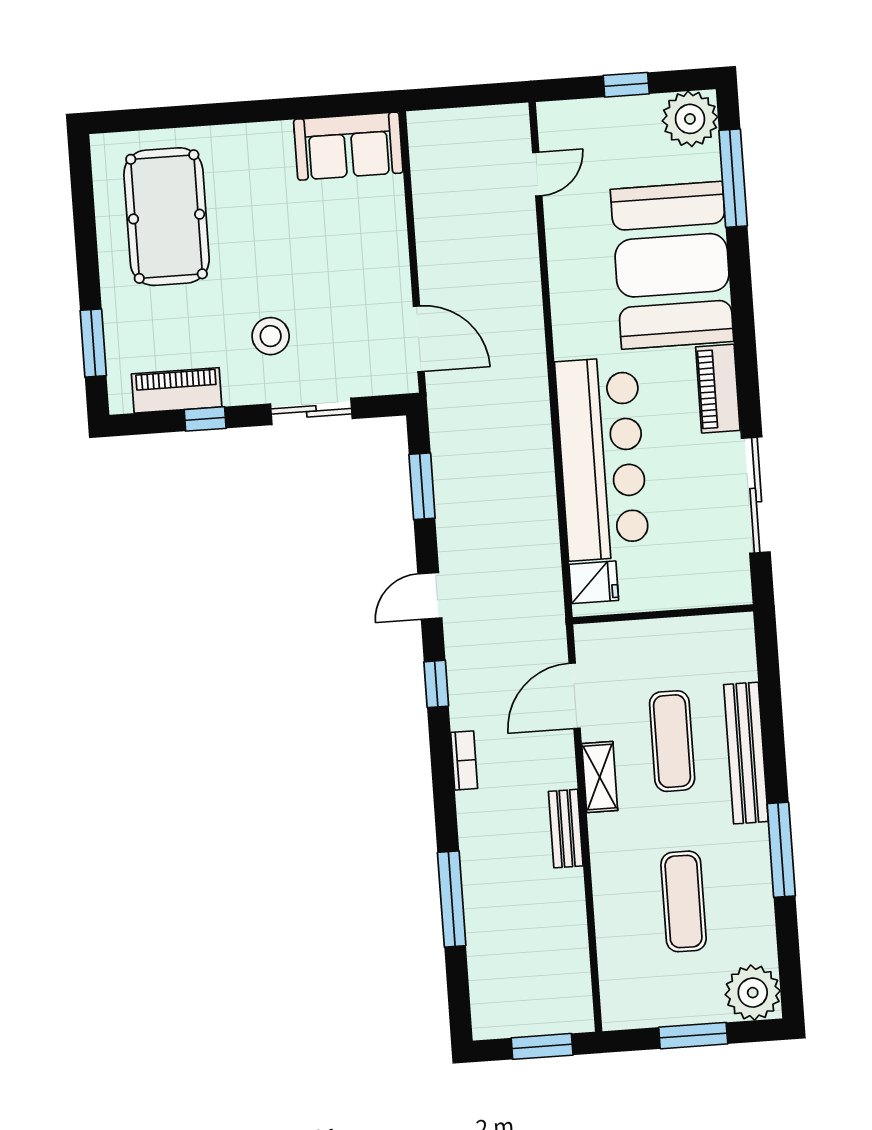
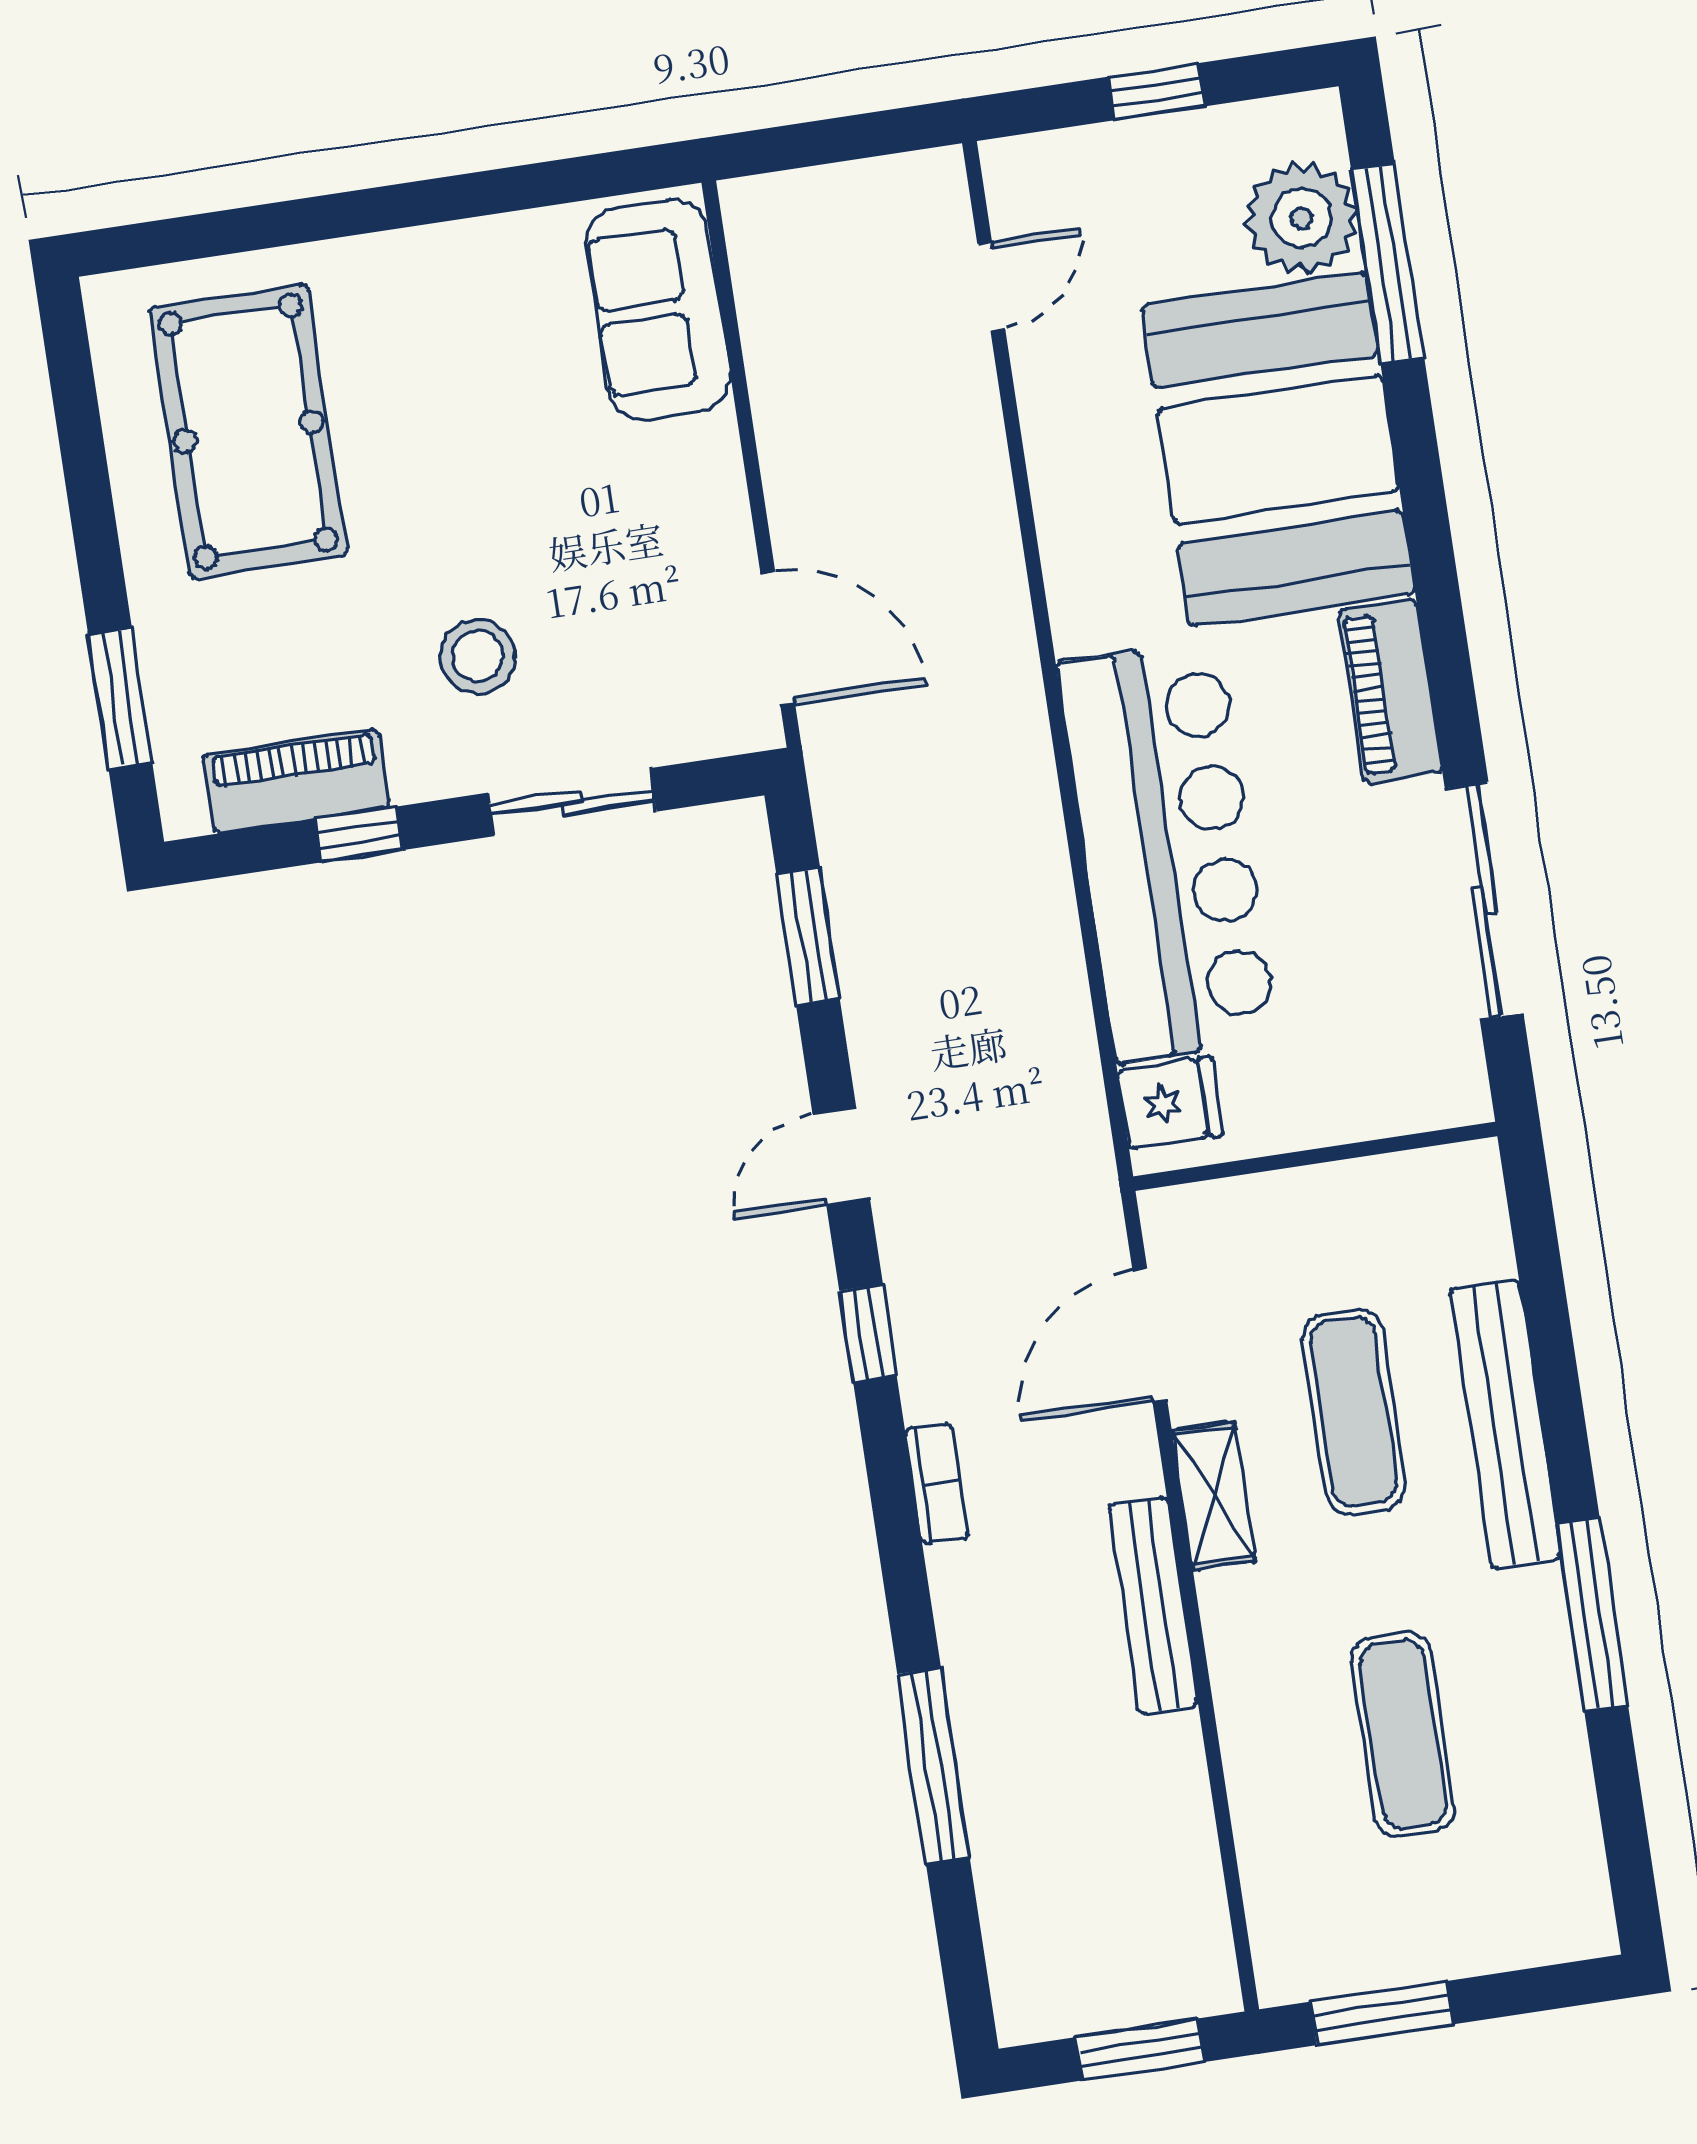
plant: (690, 119) -> (1301, 218), moved
sofa: (348, 146) -> (658, 310), moved, turned 90
bench: (566, 829) -> (1153, 1605), width x1.36
plant: (753, 993) -> (1557, 1907), removed
window: (693, 1036) -> (1382, 2013), moved

